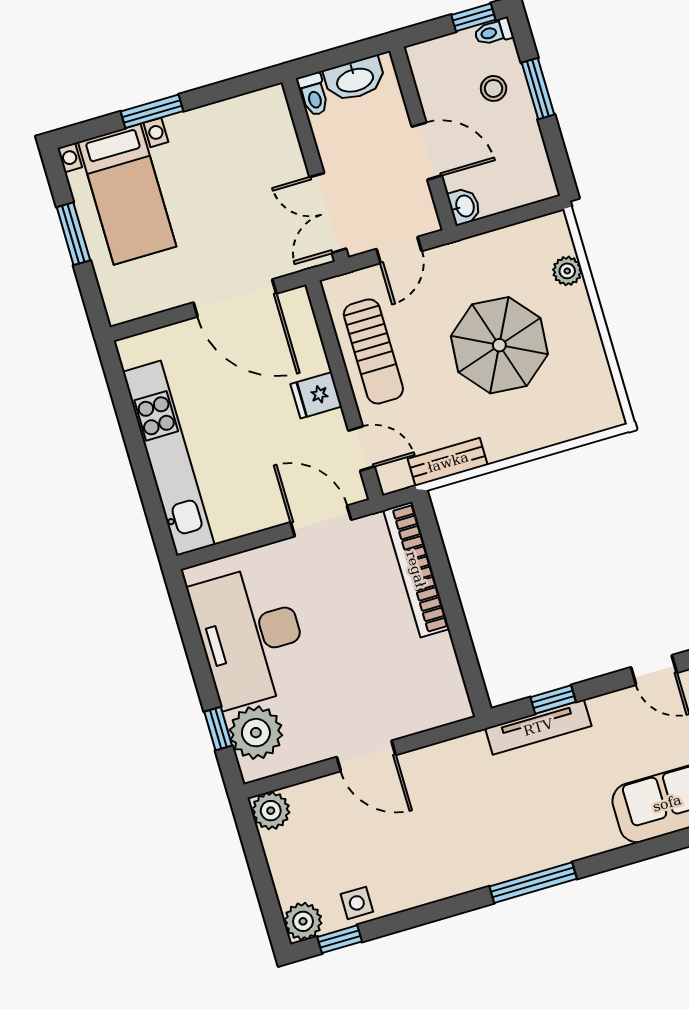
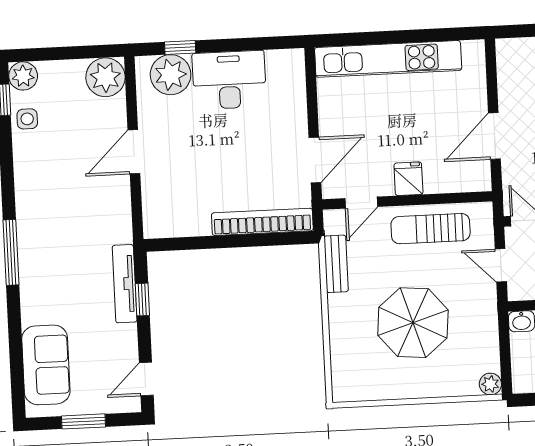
plant: (567, 271) -> (490, 384), moved
door: (235, 298) -> (494, 136), width x0.73
desk: (251, 636) -> (229, 80), width x0.73, depth x0.77
plant: (271, 811) -> (105, 77), width x1.36, depth x1.36

